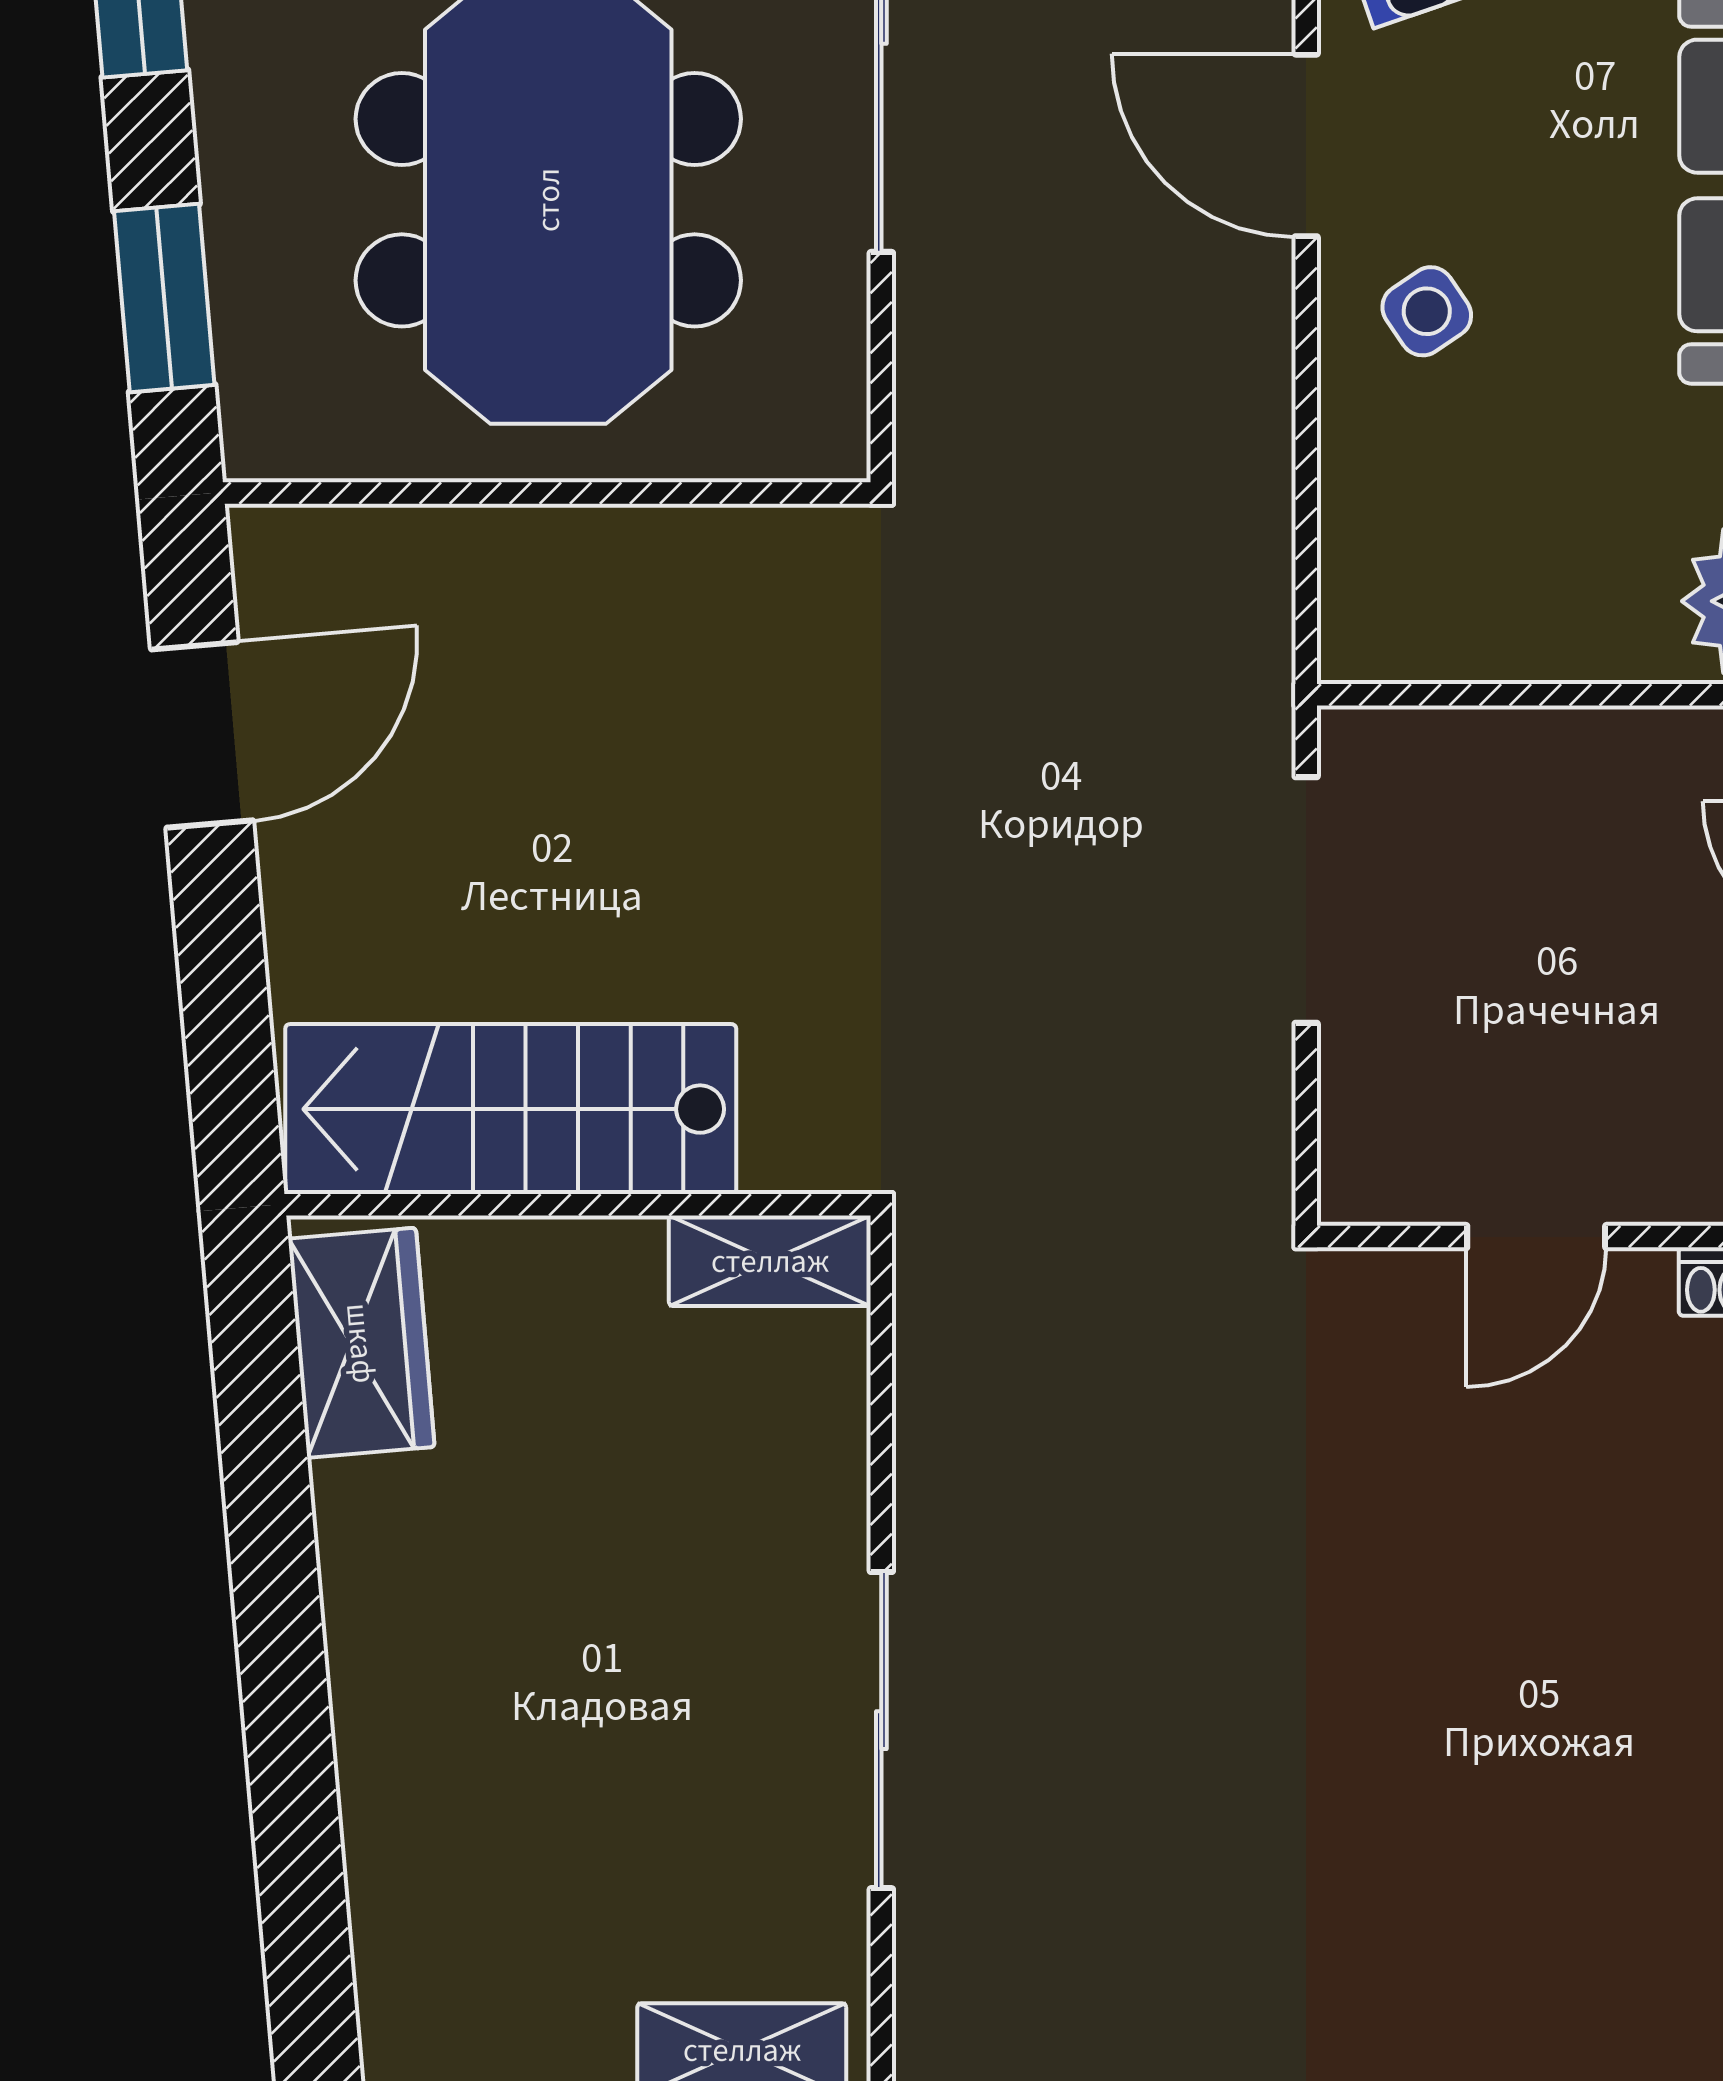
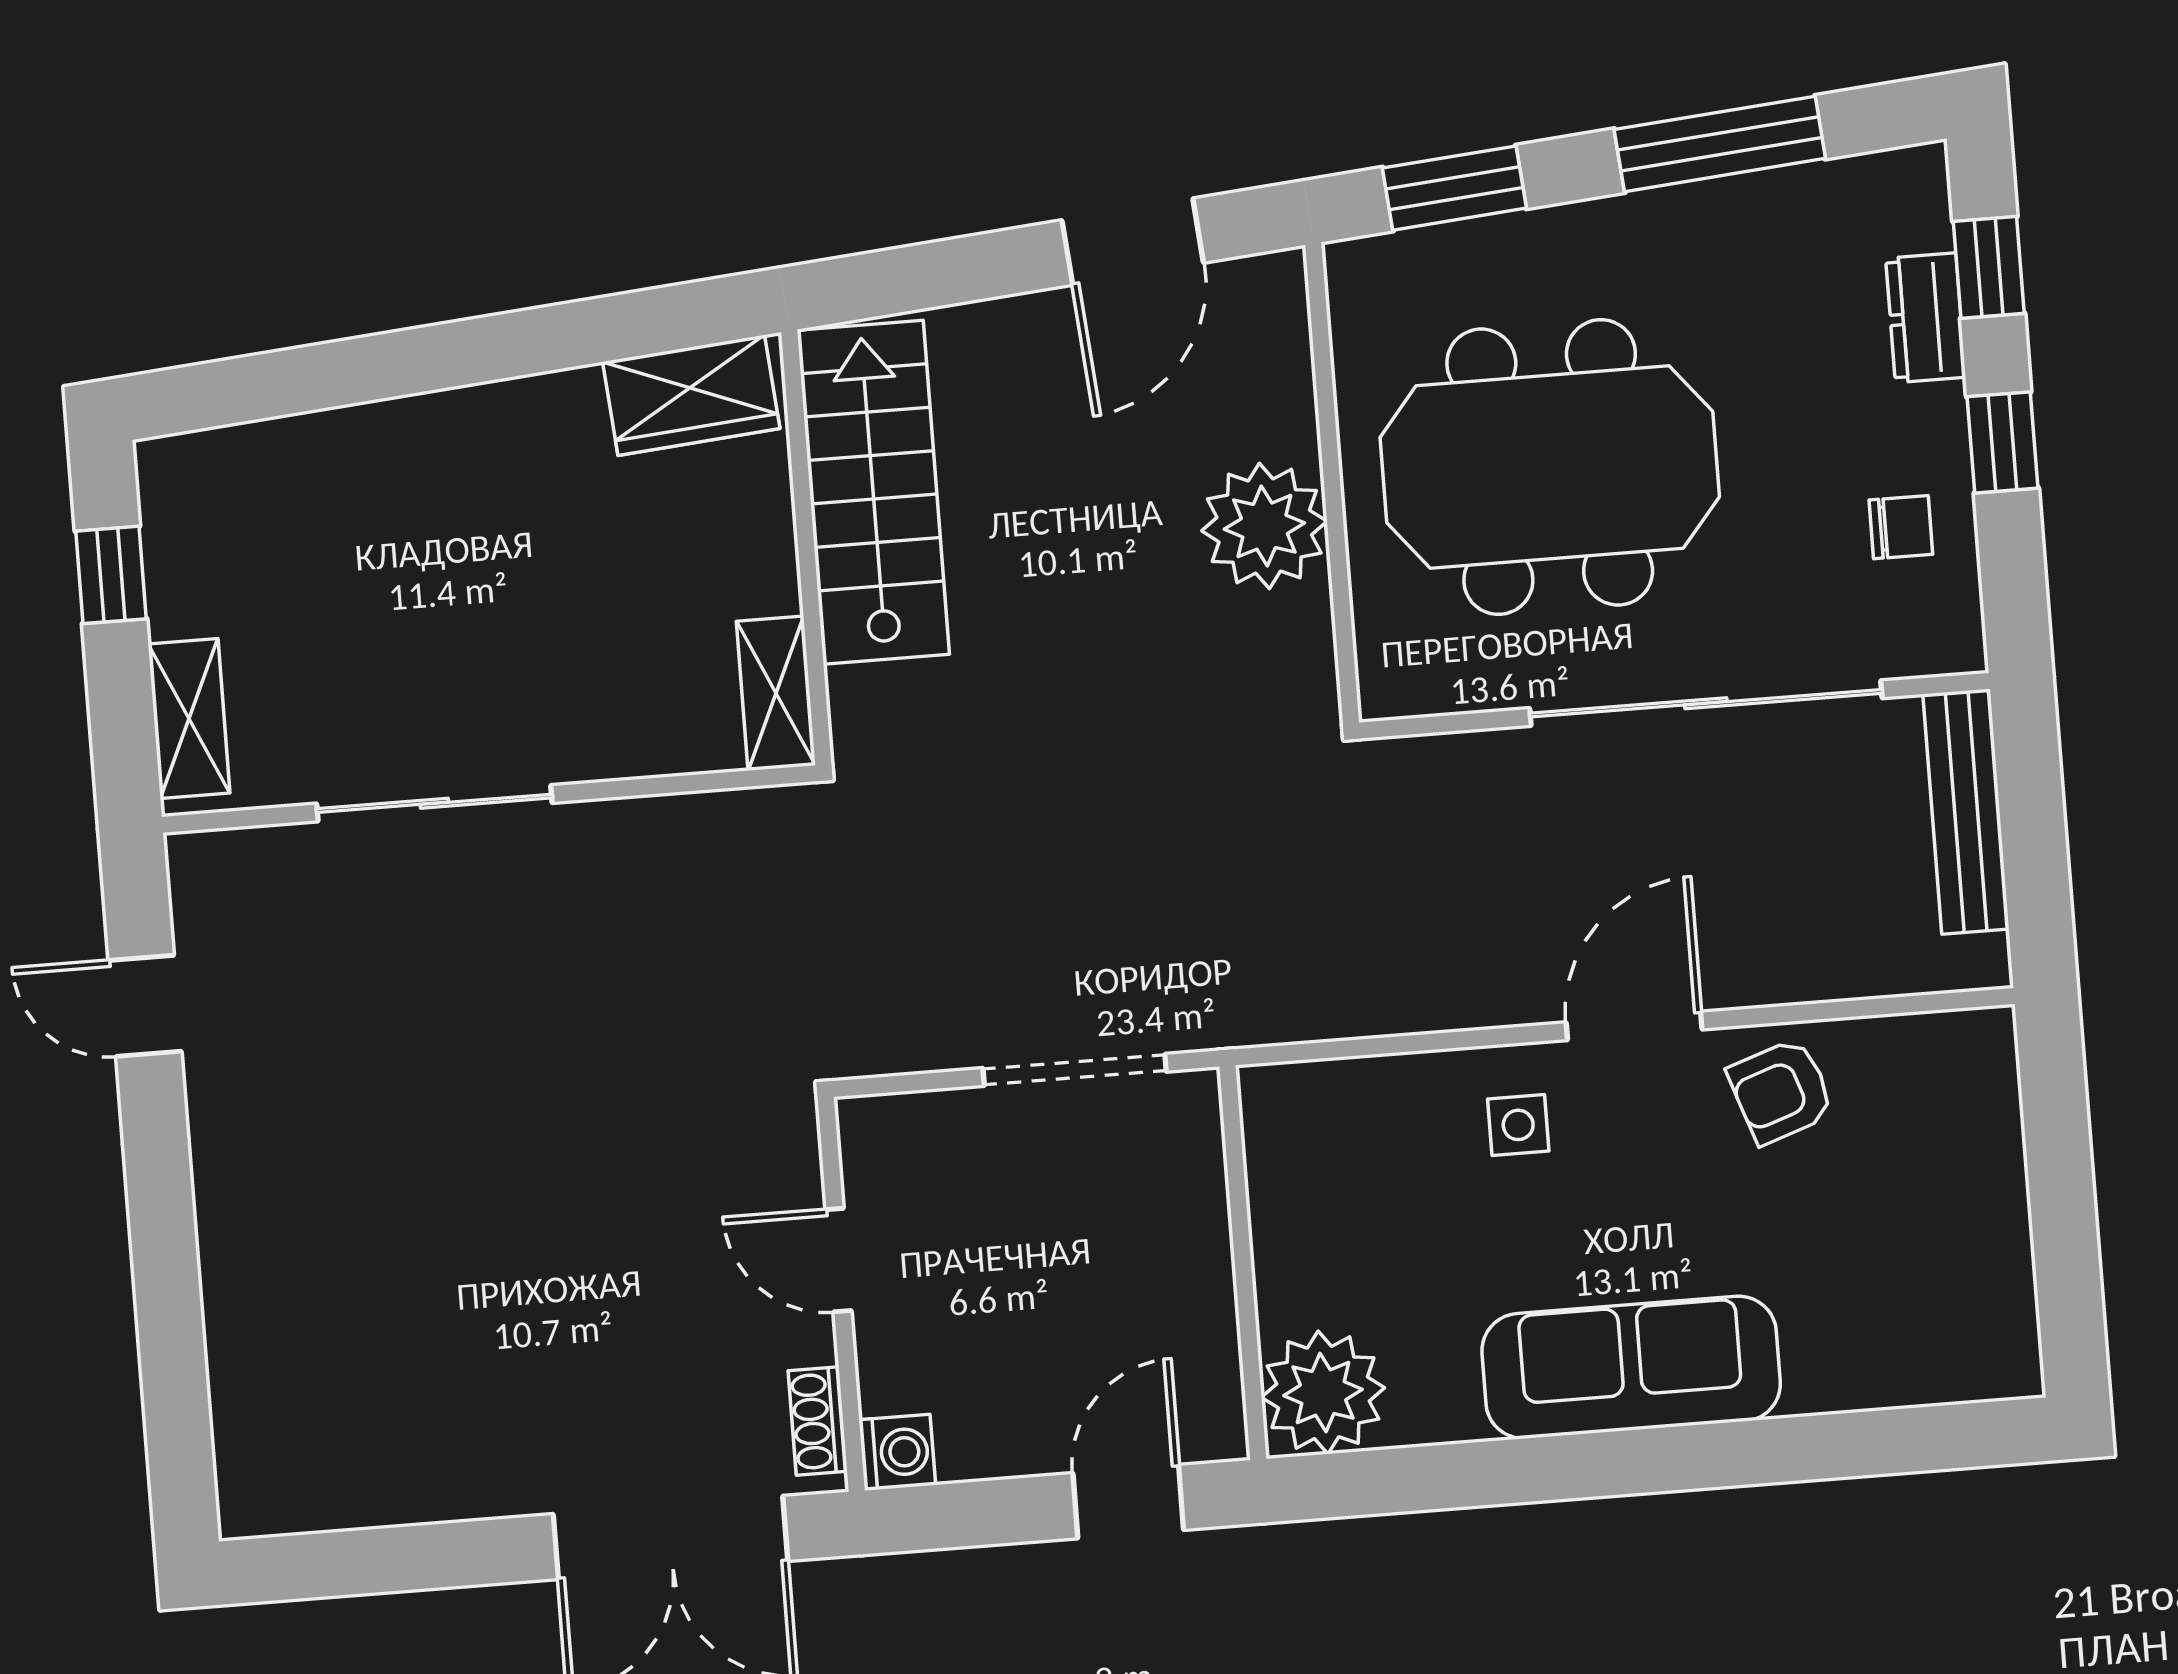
side table: (1427, 311) -> (1518, 1125), turned 34
plant: (597, 588) -> (1264, 526), added
door: (202, 735) -> (1133, 242), hinge flipped

